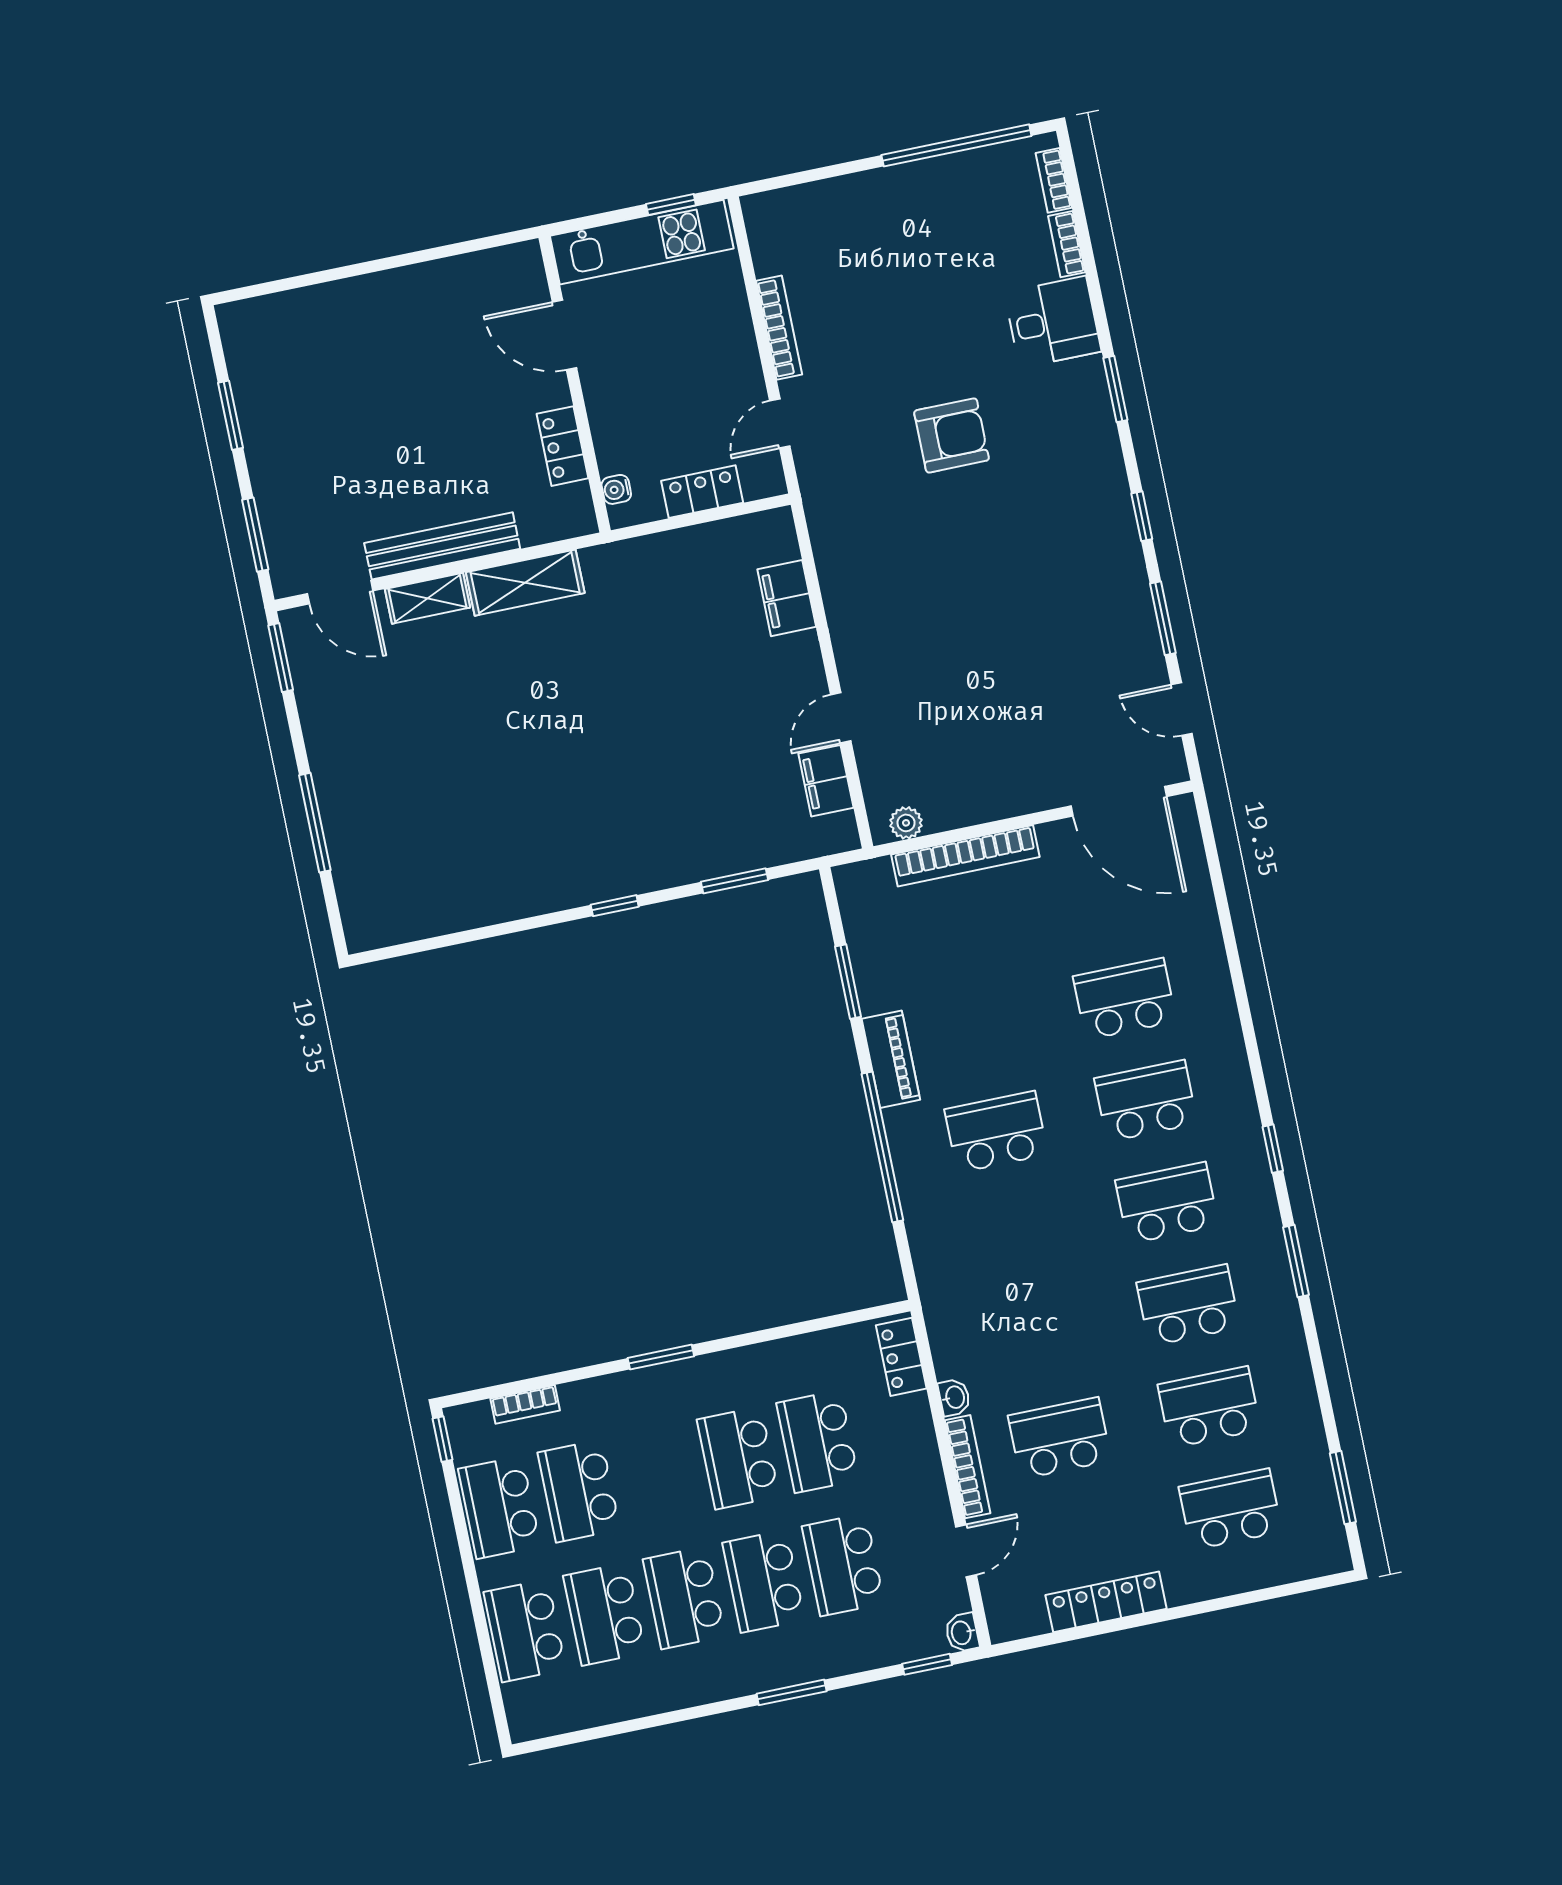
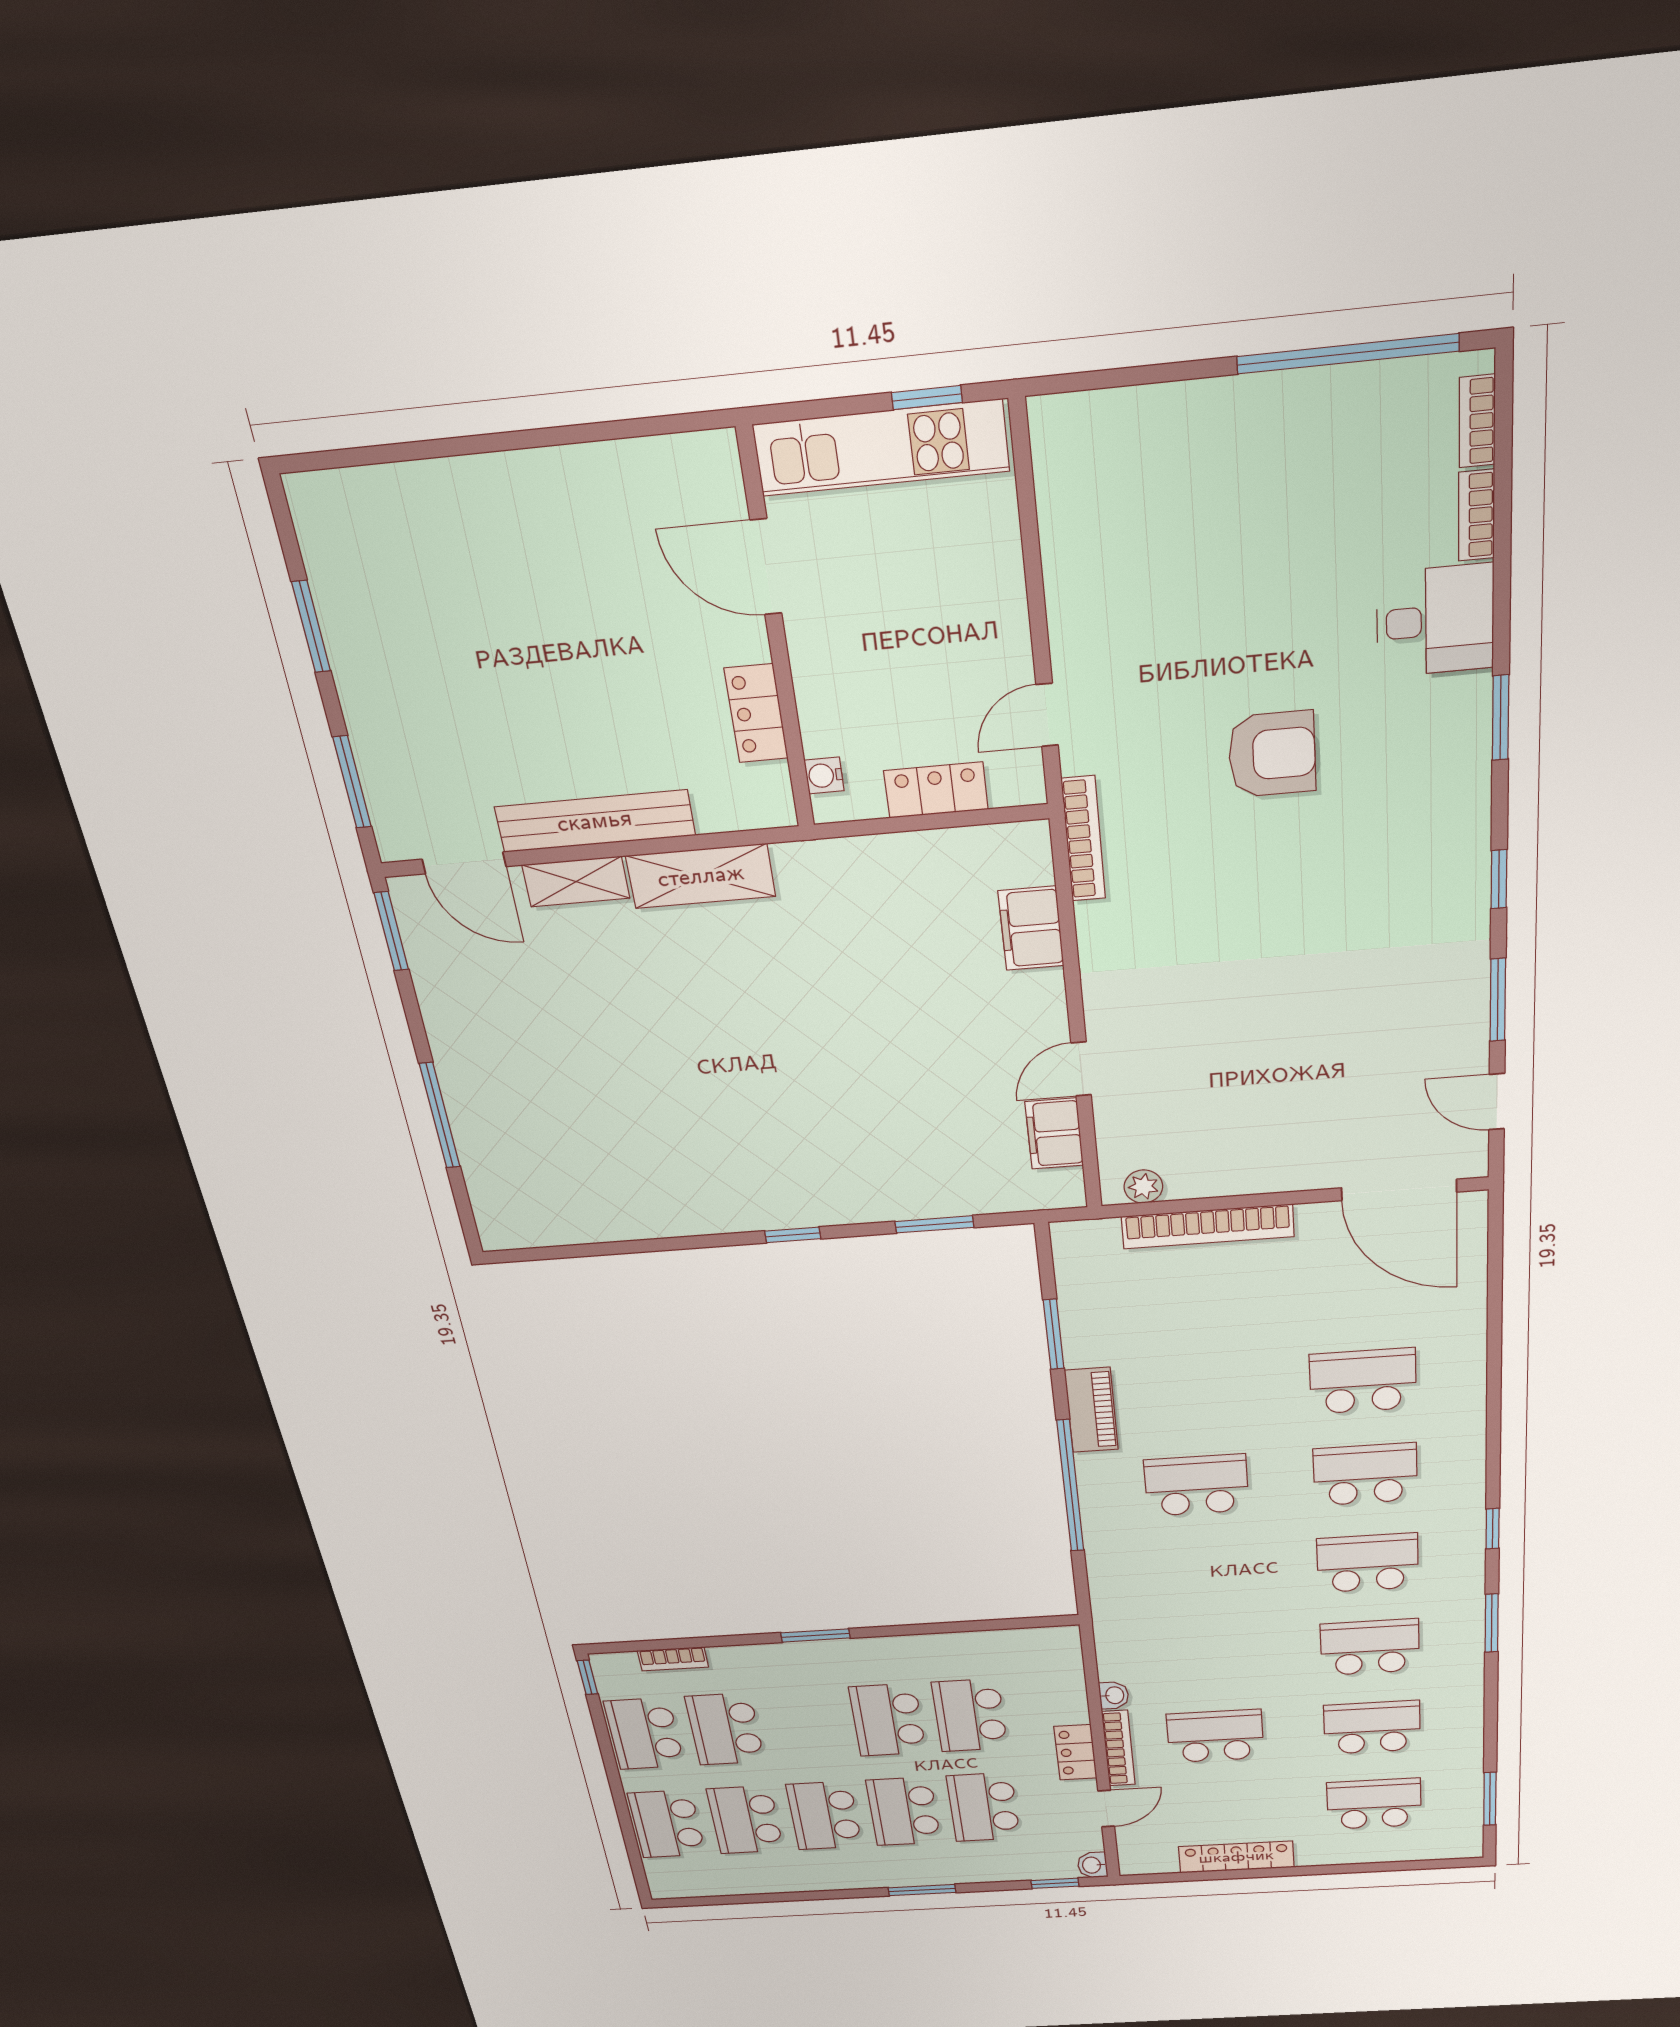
bookcase: (779, 328) -> (1083, 839), moved
locker: (901, 1357) -> (1075, 1752), moved

